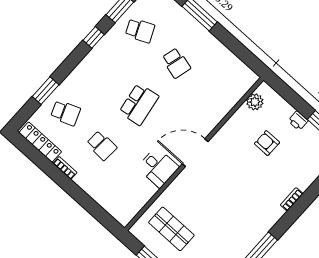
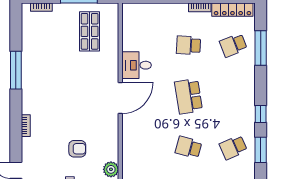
window: (46, 91) -> (261, 48), width x1.44
shop shelf: (171, 229) -> (90, 31), turned 90

